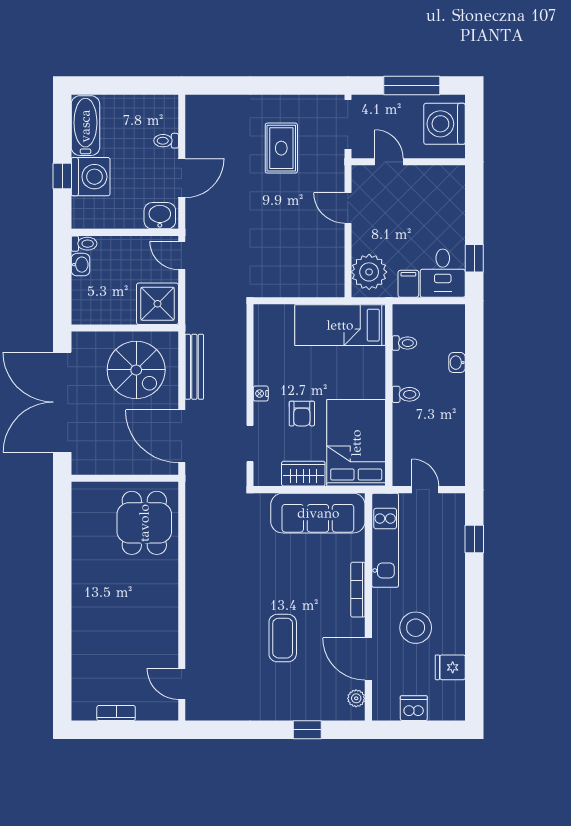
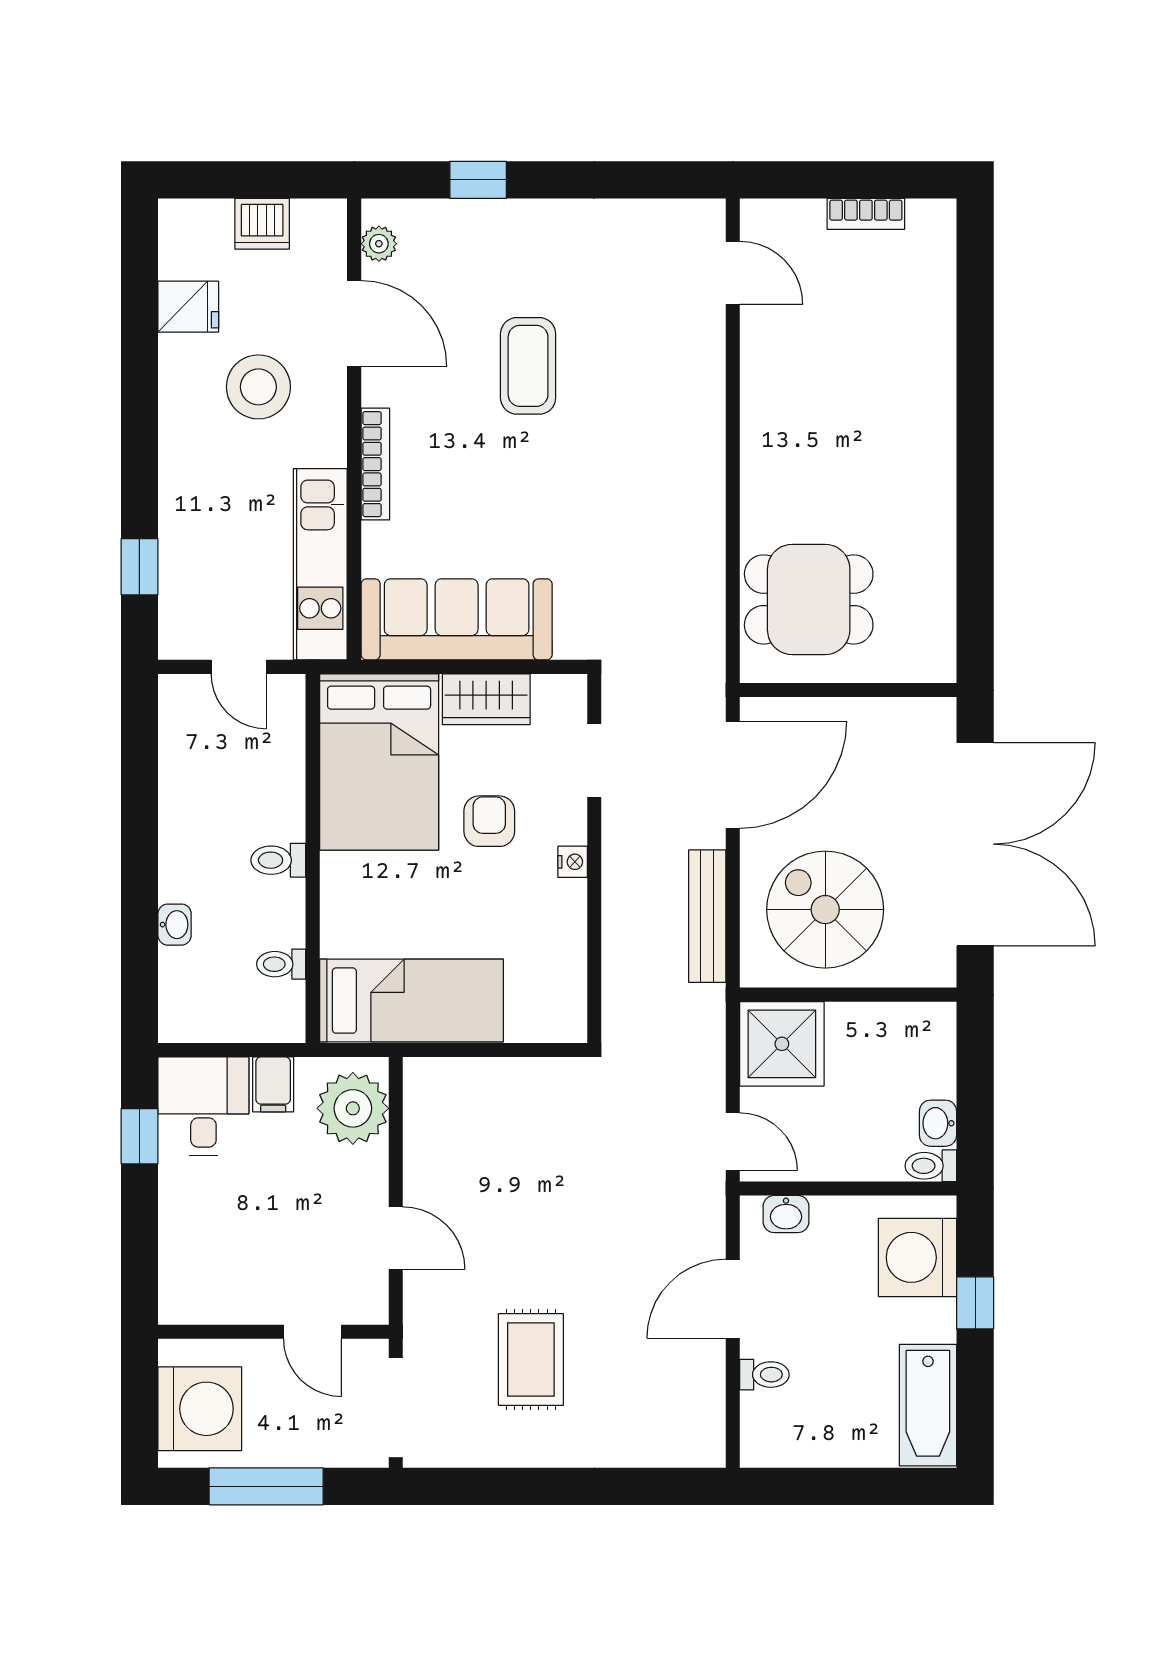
washing machine: (91, 177) -> (918, 1257), moved
washbasin: (160, 216) -> (786, 1214), width x0.72, depth x0.69
door: (182, 436) -> (733, 775), hinge flipped
dining table: (144, 523) -> (809, 599), turned 90

